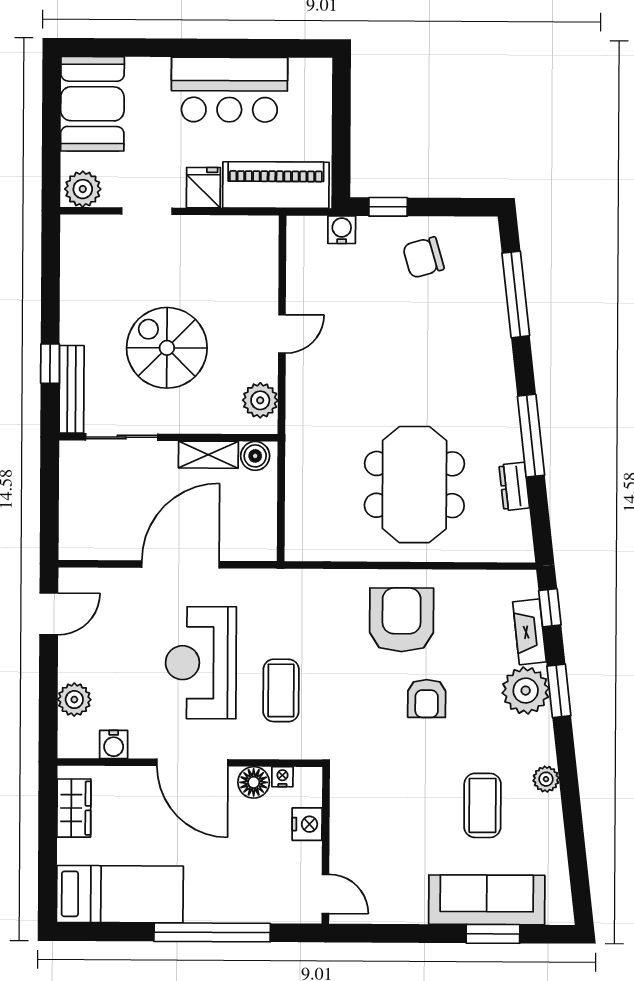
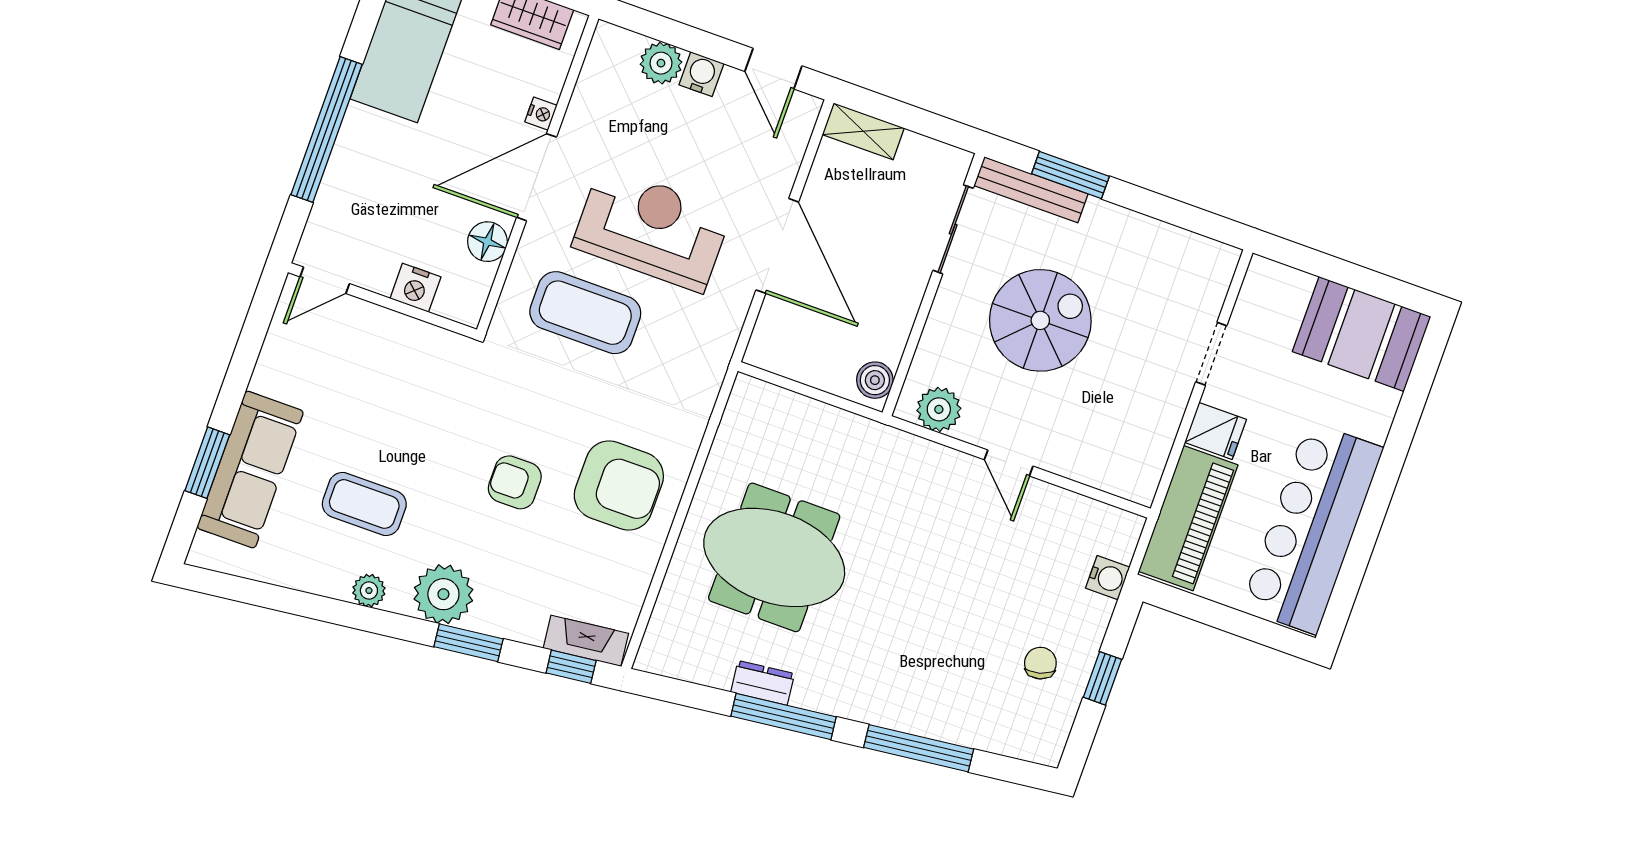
bar counter: (229, 90) -> (1312, 528), width x1.36
plant: (83, 189) -> (1264, 287), removed
window: (388, 207) -> (1102, 678), moved
chair: (423, 257) -> (1040, 663), width x0.73, depth x0.73
window: (516, 294) -> (919, 748), moved
window: (50, 364) -> (1070, 175), width x1.50
shelving: (208, 455) -> (863, 131), moved, turned 90
dresser: (514, 486) -> (763, 683), moved
fireplace: (529, 632) -> (586, 641), moved
coffee table: (281, 690) -> (585, 313), width x1.36, depth x1.32
plant: (526, 691) -> (443, 594), moved
water cooler: (114, 744) -> (701, 74), moved, turned 90
nightstand: (282, 777) -> (541, 114), moved

